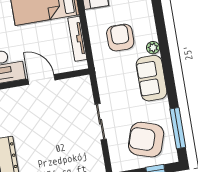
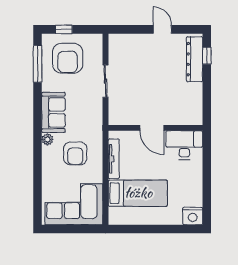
armchair: (146, 140) -> (68, 58), turned 72

